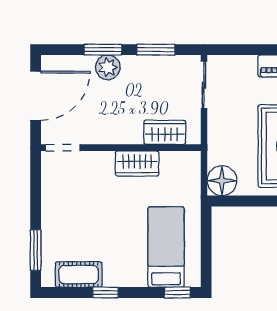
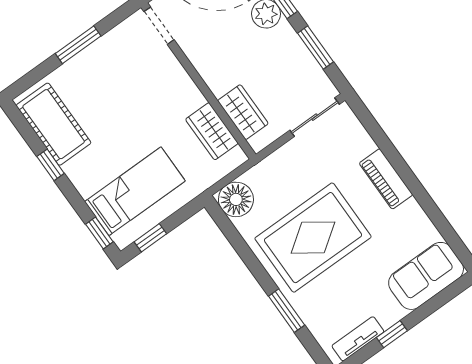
wardrobe: (137, 163) -> (212, 131), moved
window: (36, 250) -> (78, 45), moved
window: (206, 259) -> (150, 238), added
cot: (79, 275) -> (54, 124), width x1.37, depth x1.34

